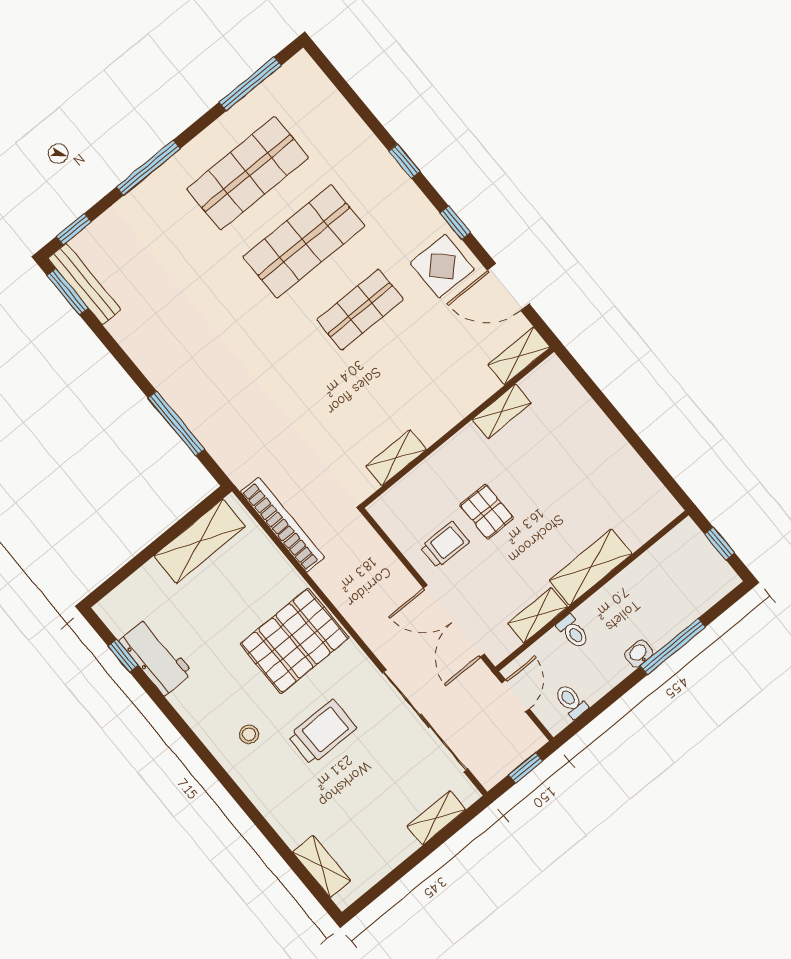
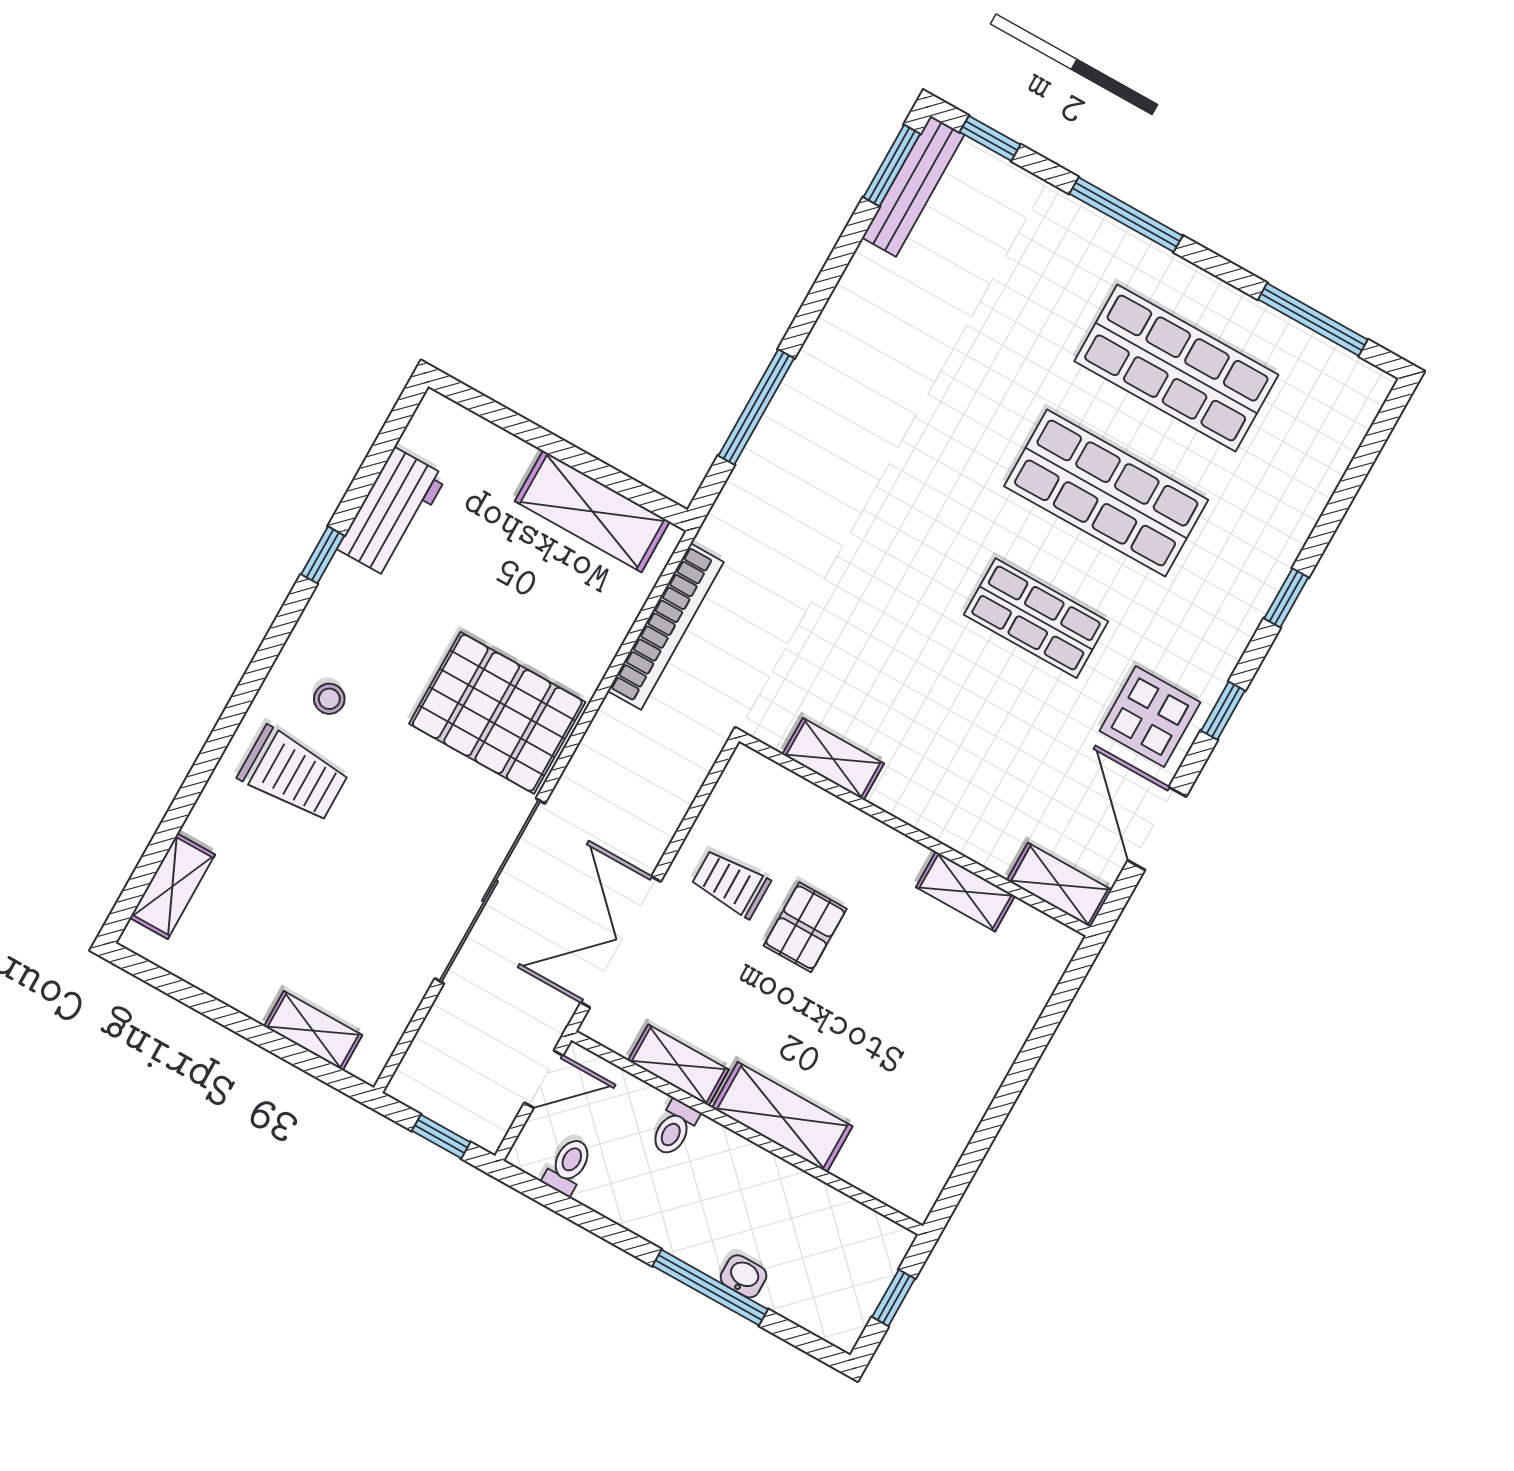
trolley: (445, 545) -> (731, 884), turned 180
washbasin: (639, 654) -> (743, 1276), moved
window: (123, 656) -> (323, 555), moved
sliding door: (425, 721) -> (490, 891), moved
trolley: (322, 732) -> (293, 774), moved

